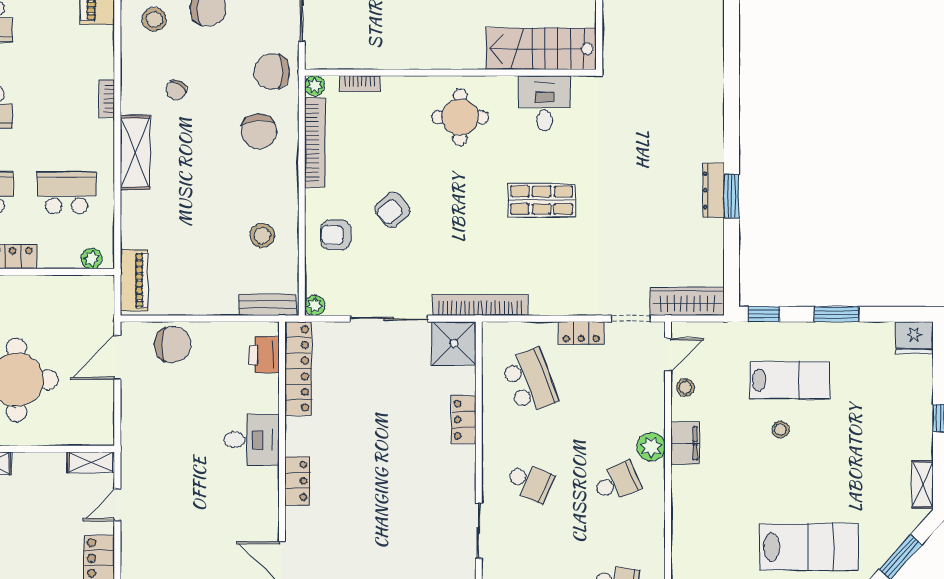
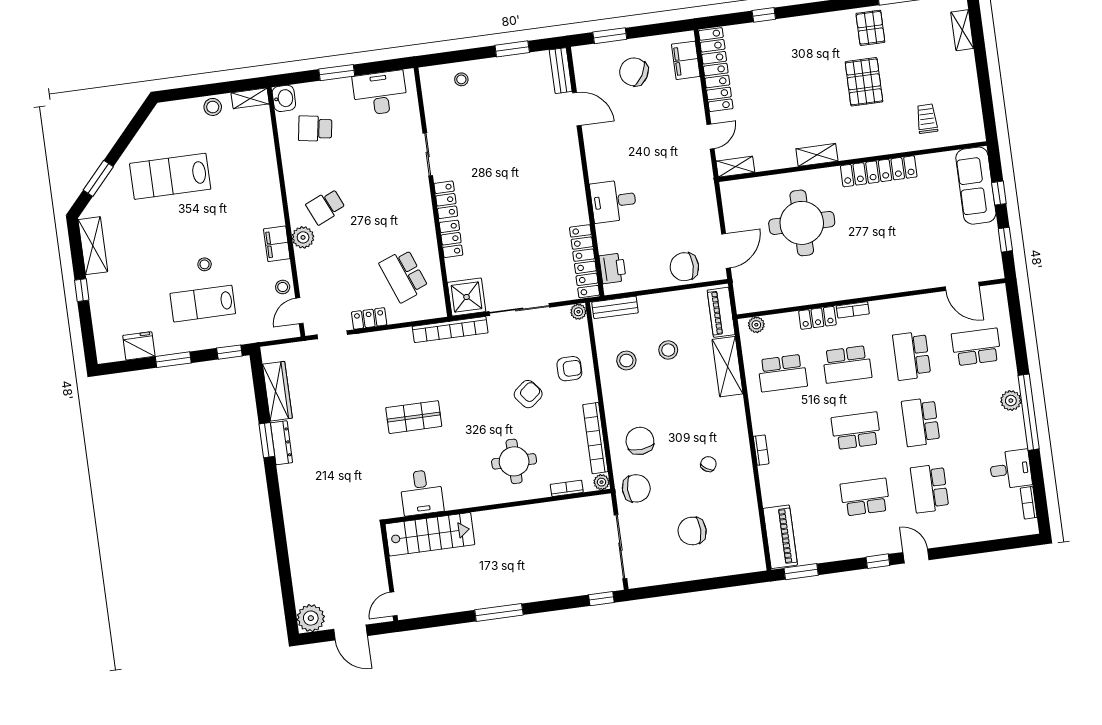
stool: (154, 19) -> (668, 350), moved
round table: (460, 117) -> (514, 461), moved
shelving: (135, 153) -> (727, 367), moved
wardrobe: (687, 301) -> (277, 391), moved, turned -90
fridge: (914, 338) -> (139, 346), moved
locker: (297, 481) -> (446, 200), moved, turned 180
school desk: (530, 482) -> (393, 197), removed
shelving: (922, 484) -> (93, 246), width x1.50, depth x1.33

